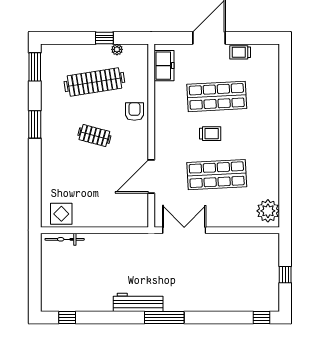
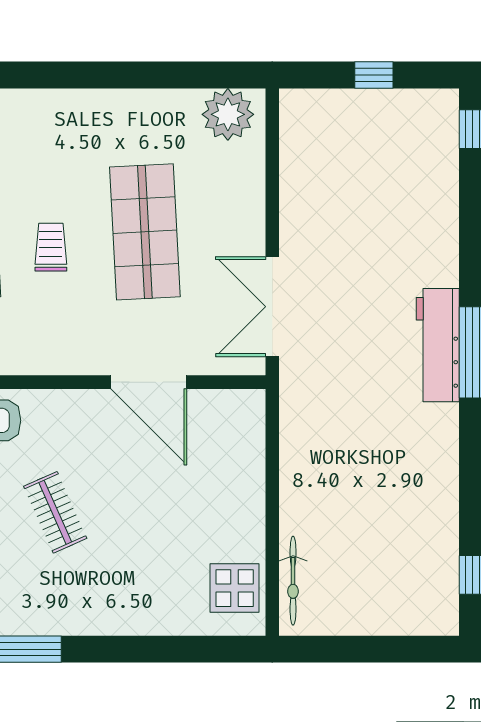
clothes rail: (94, 136) -> (55, 512), turned -39
workbench: (138, 302) -> (438, 345), moved

